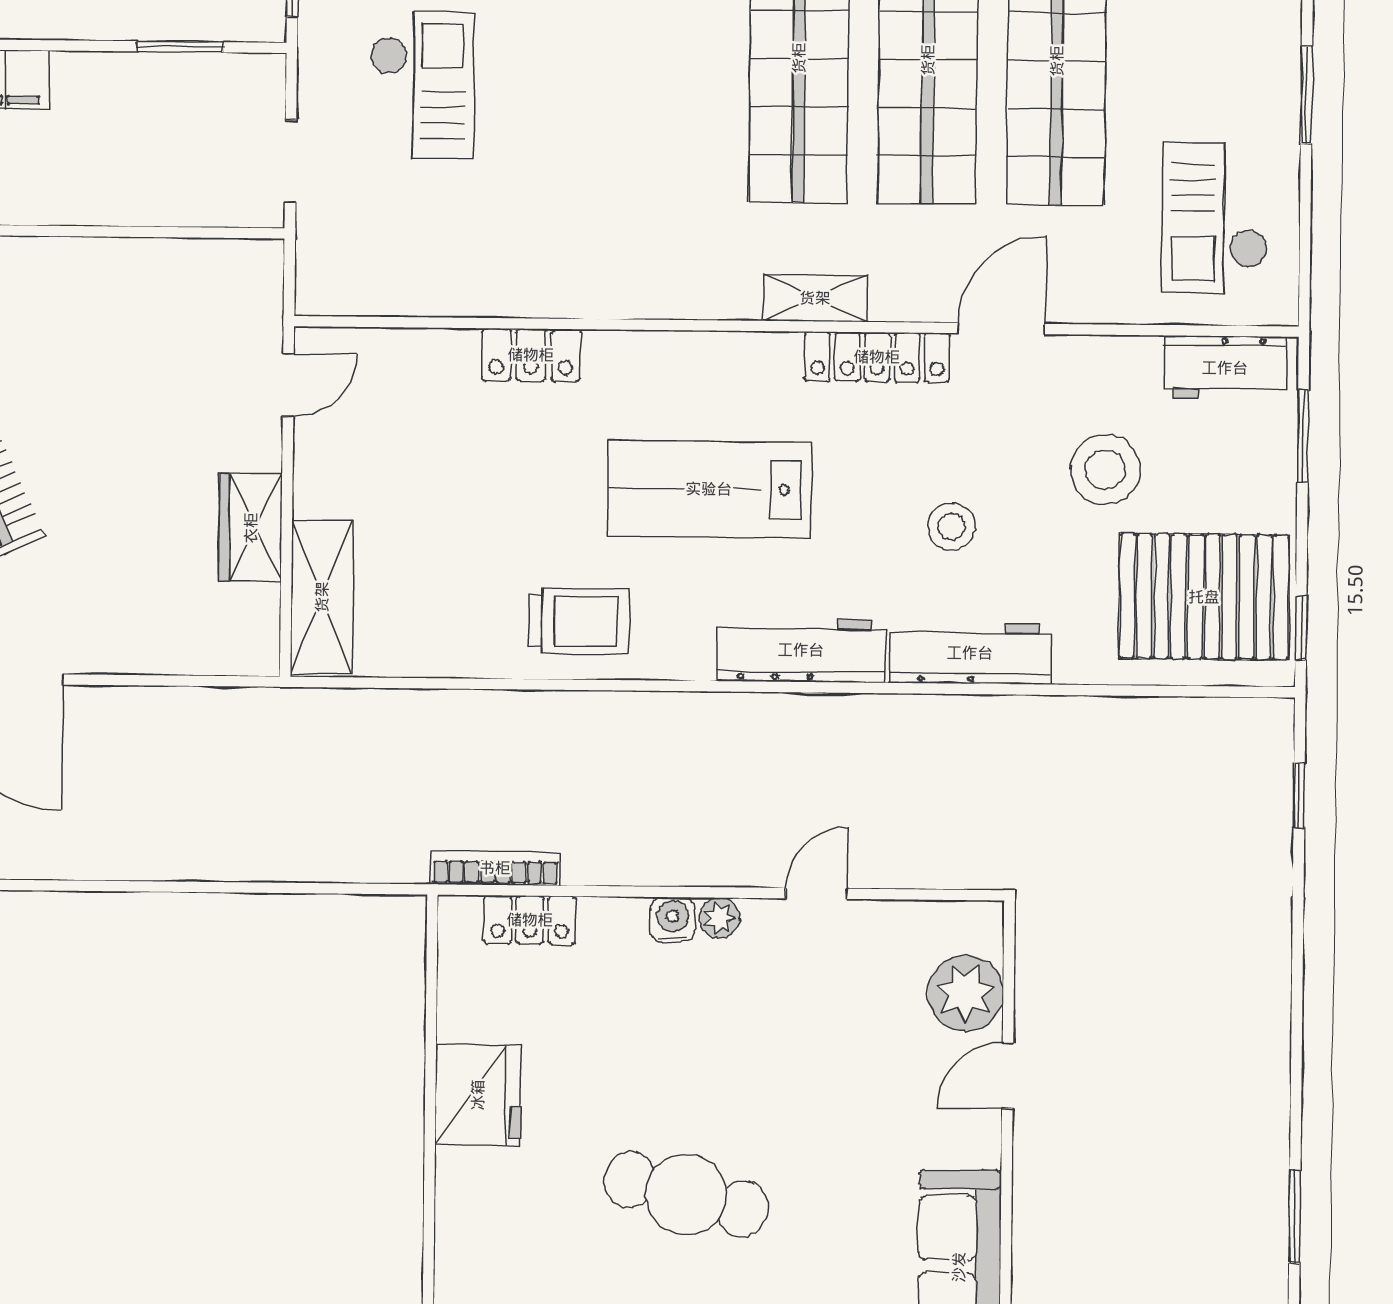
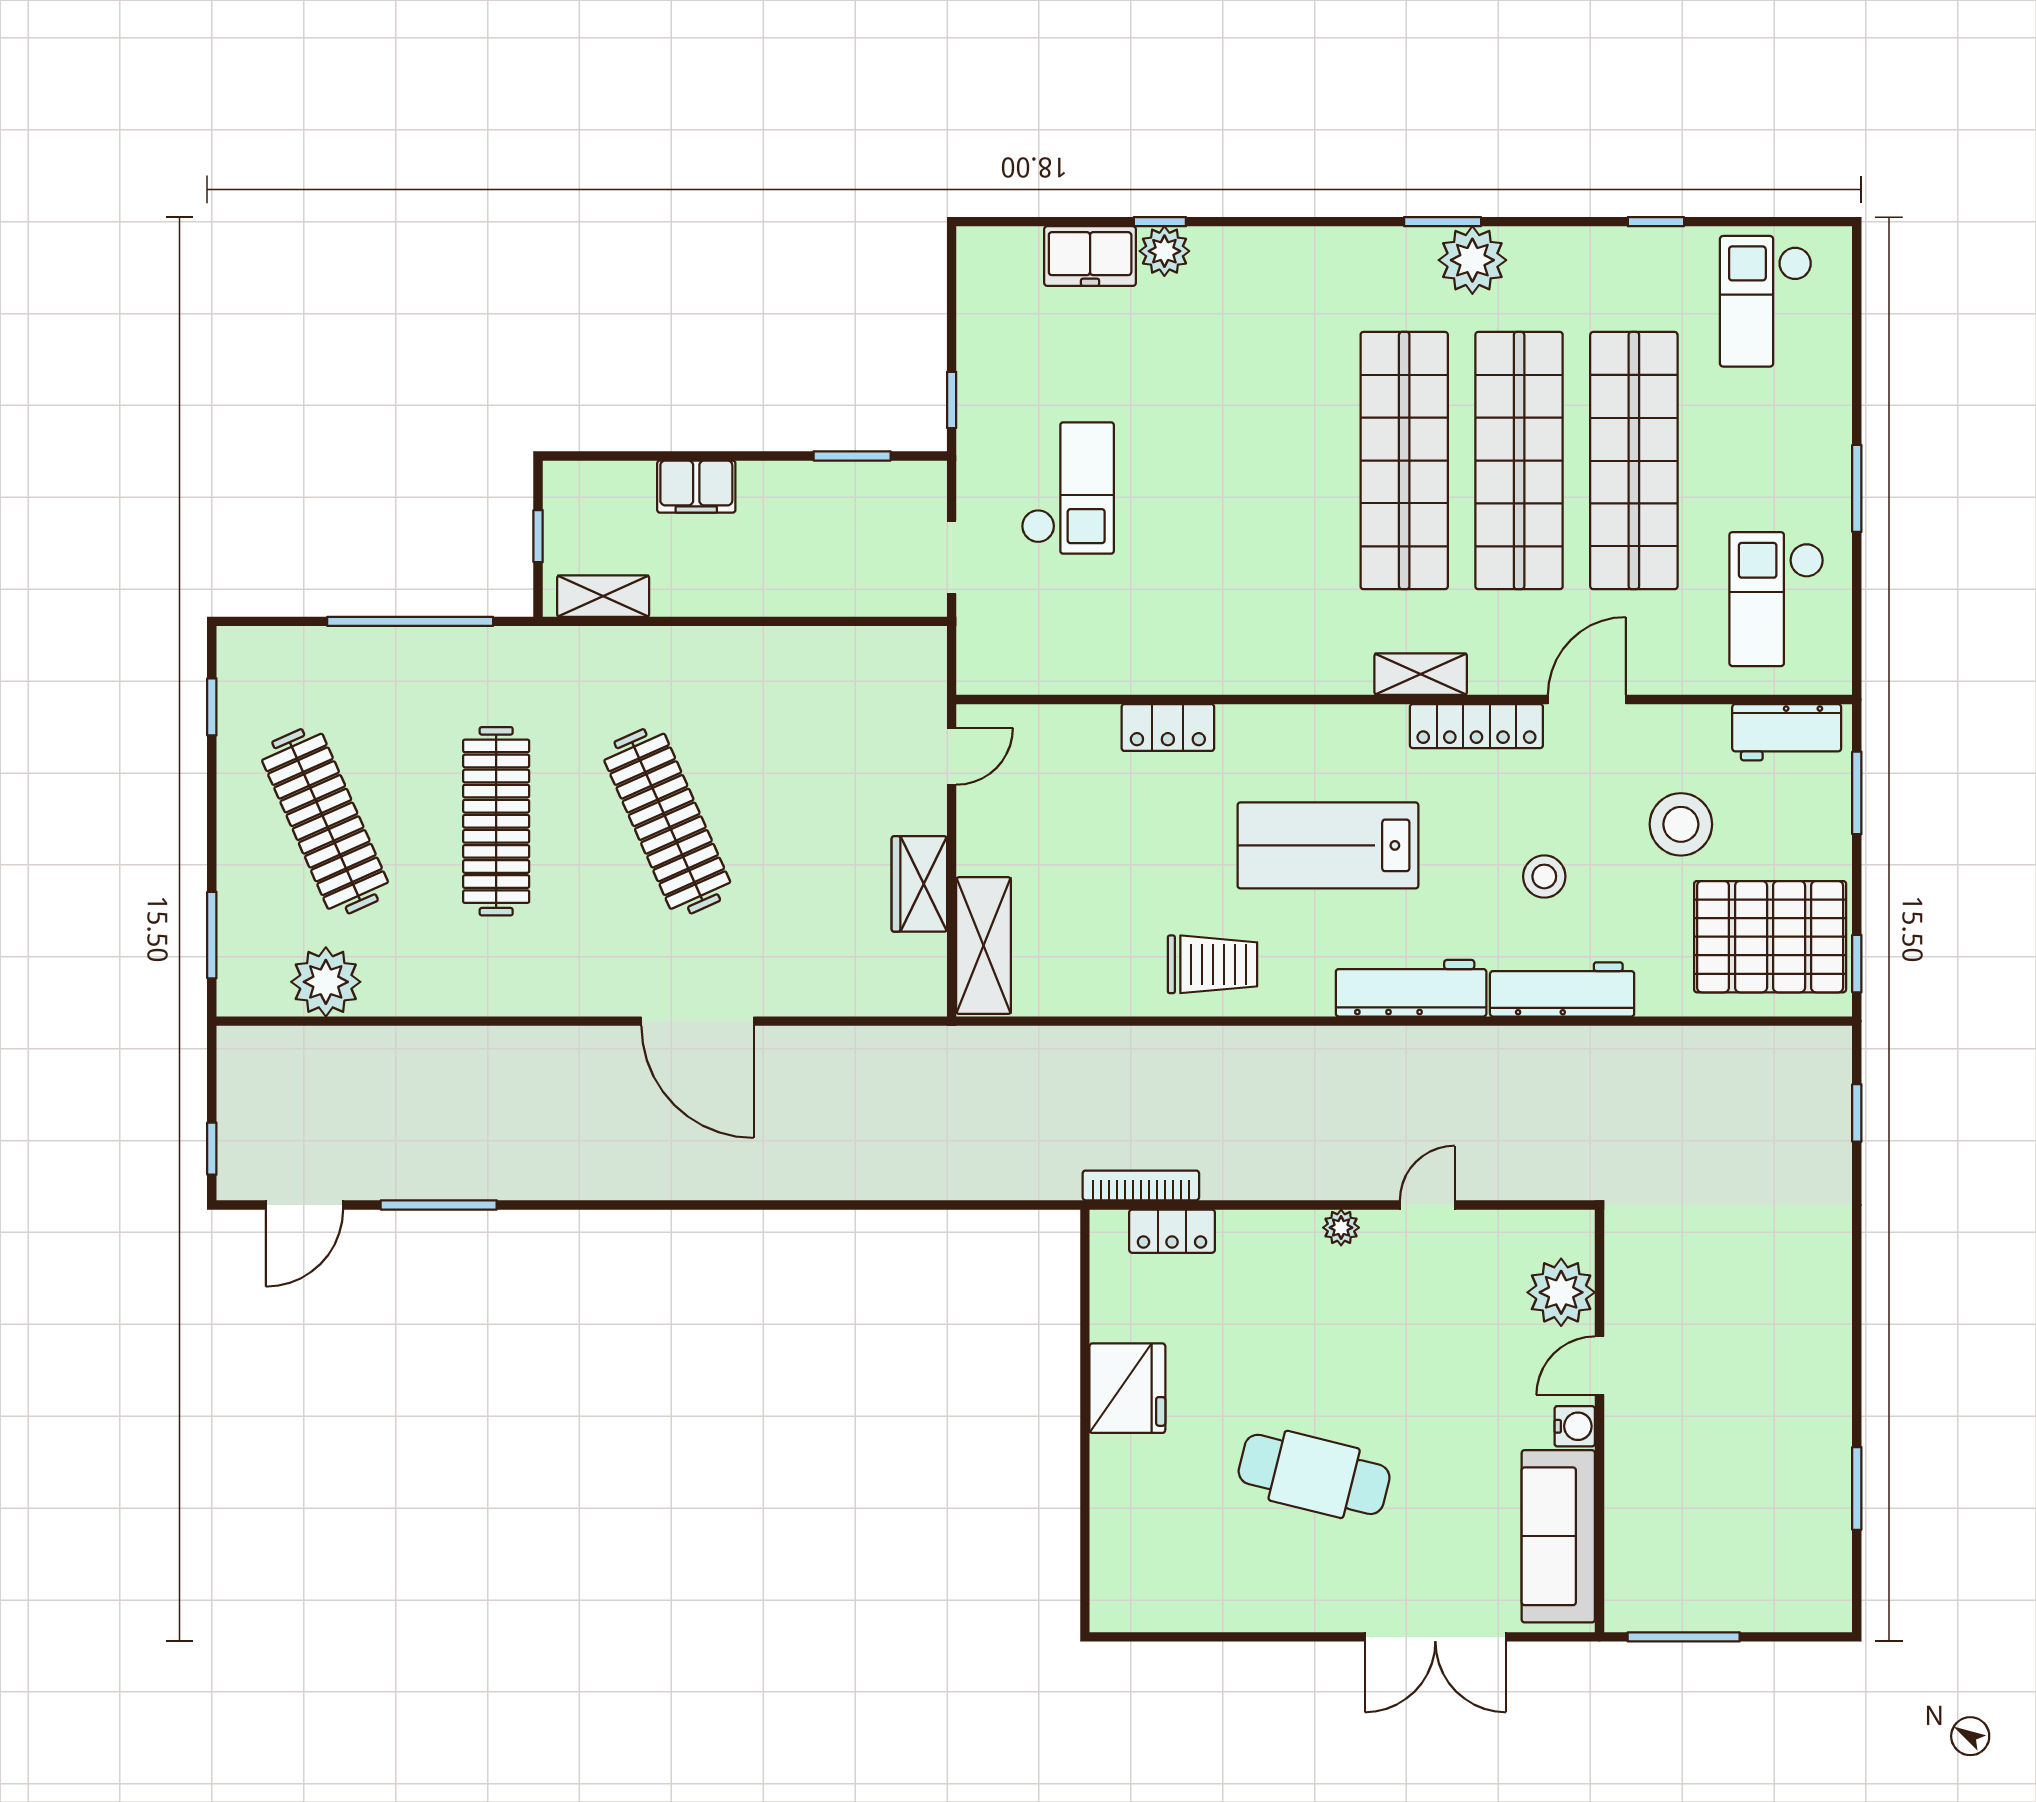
water cooler: (672, 920) -> (1575, 1426), moved, turned 90

